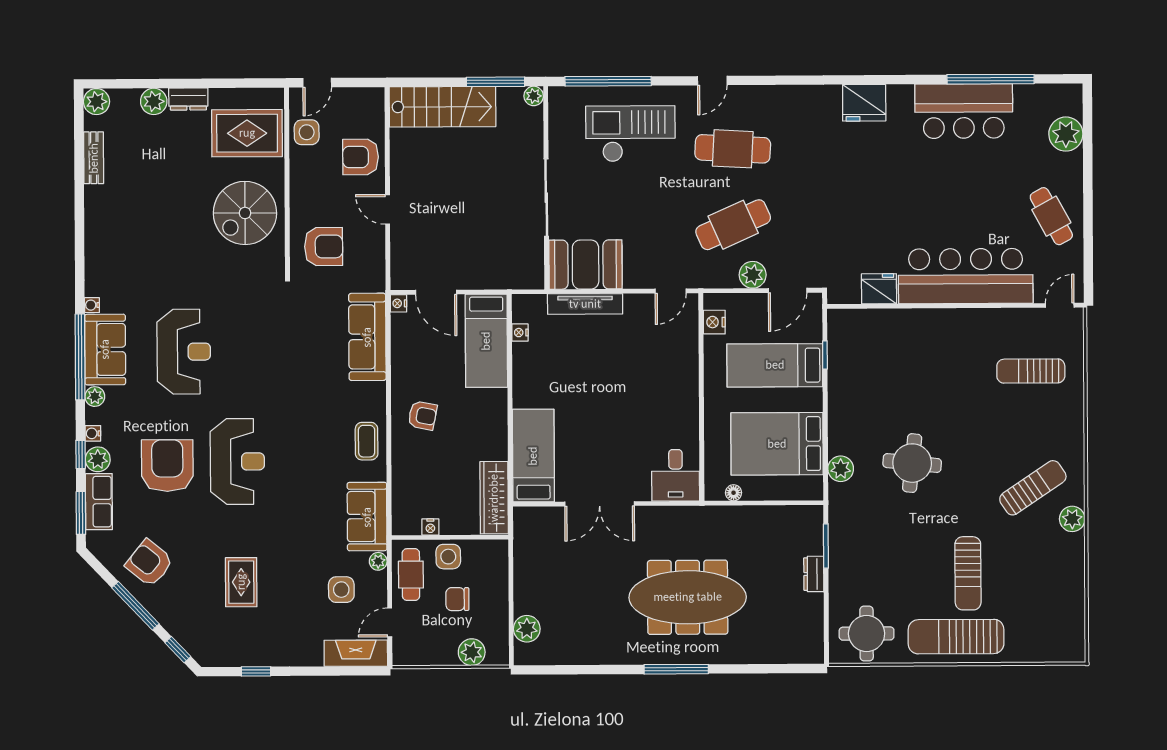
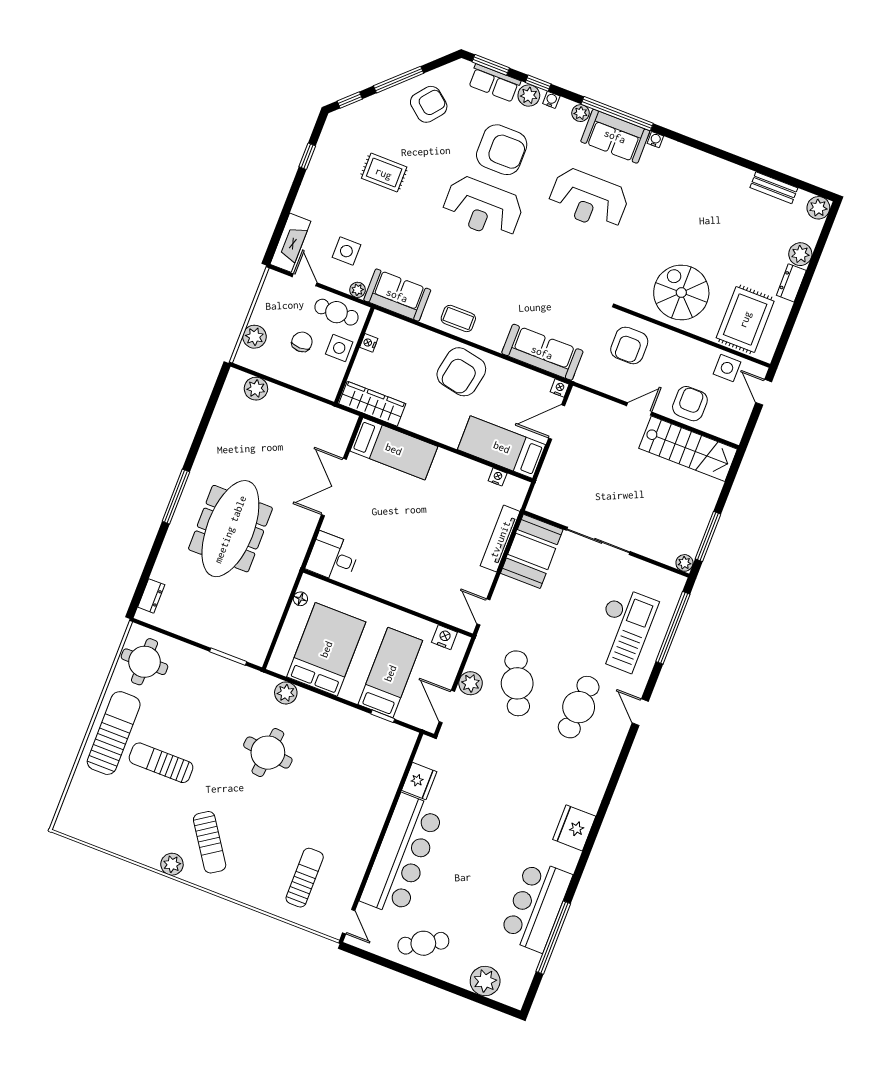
stairs: (443, 107) -> (688, 449), moved, turned -90
armchair: (422, 416) -> (461, 372), width x1.88, depth x1.88
dresser: (814, 574) -> (151, 596), moved, turned 90

